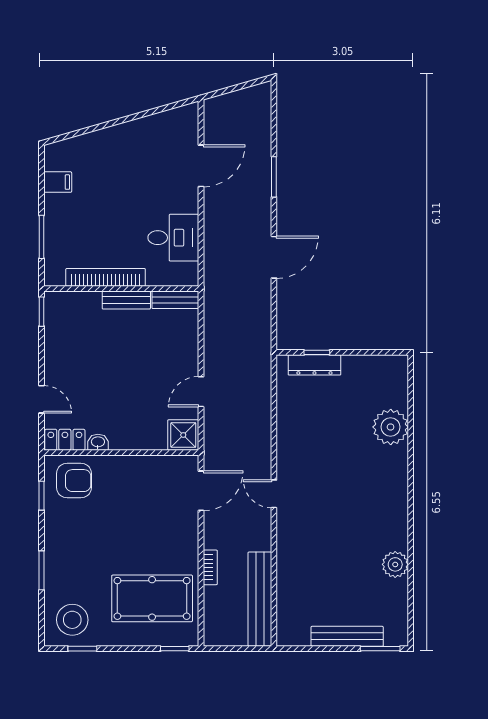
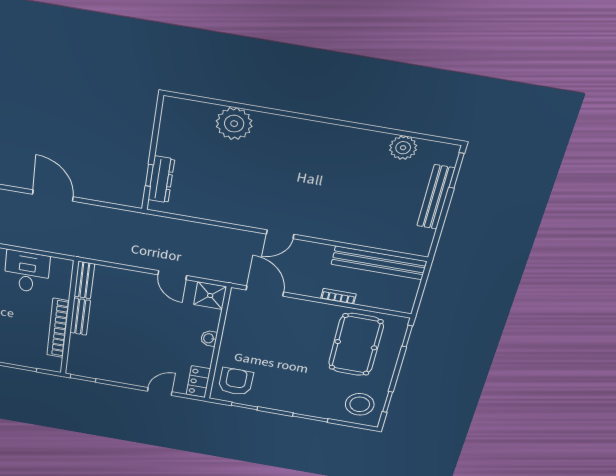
washbasin: (98, 442) -> (209, 338), moved
plant: (395, 564) -> (403, 148), moved

